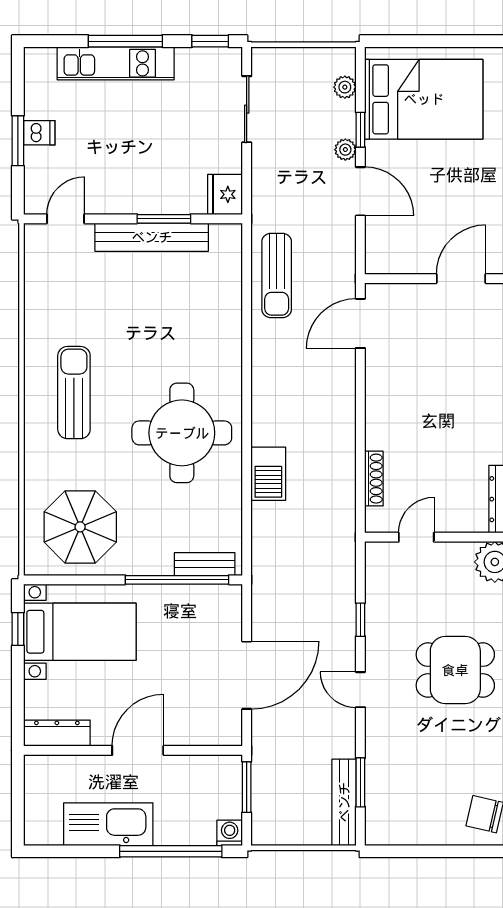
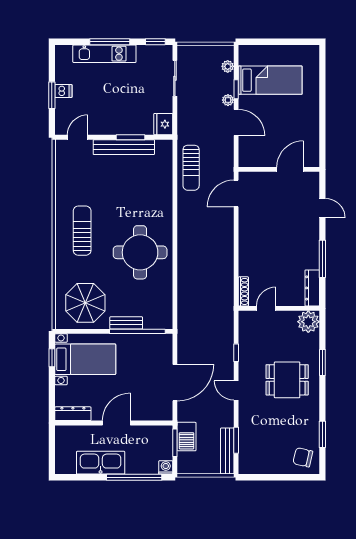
bed: (424, 99) -> (270, 80), width x0.67
barbecue: (268, 474) -> (187, 437), moved
shoe rack: (374, 479) -> (243, 291), moved
bench: (205, 564) -> (126, 323), moved

